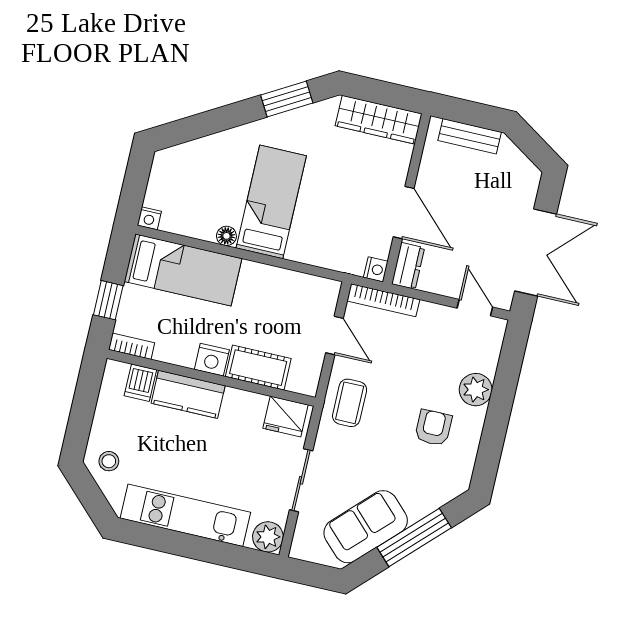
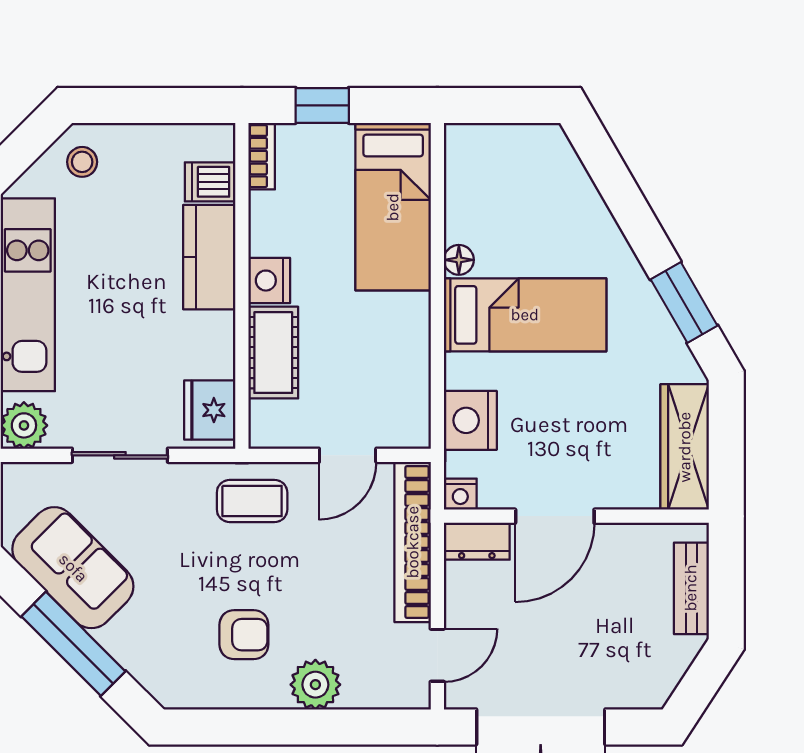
nightstand: (149, 218) -> (470, 420), moved, width x1.89, depth x1.79
bookcase: (383, 300) -> (413, 542), width x1.48, depth x1.31

